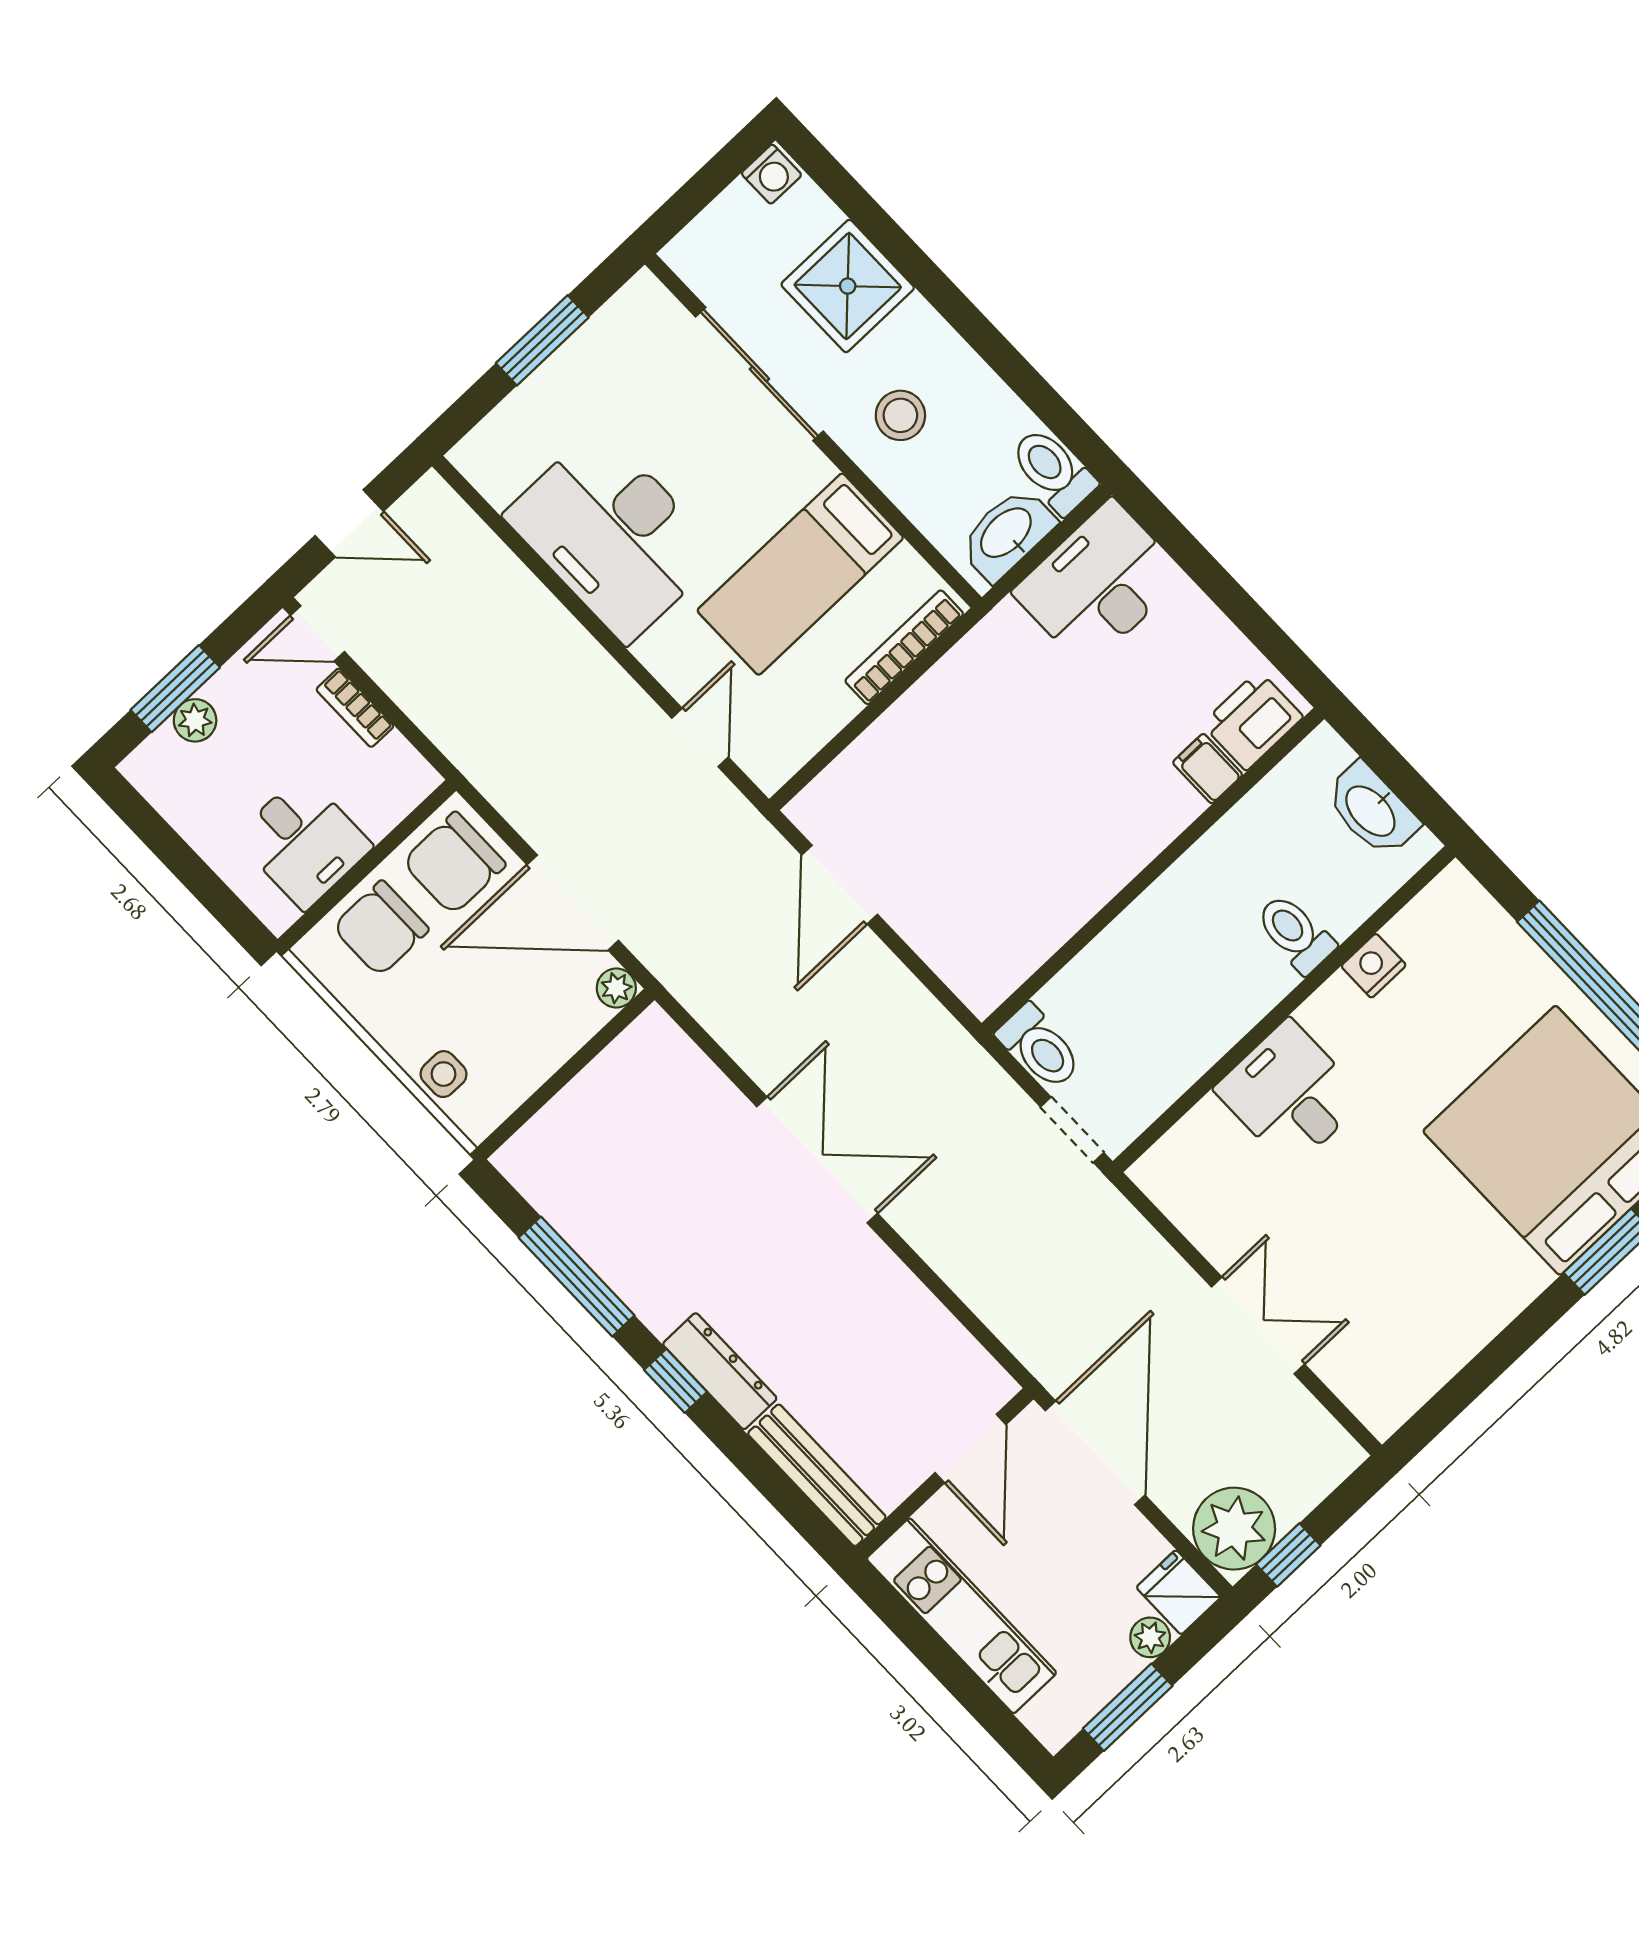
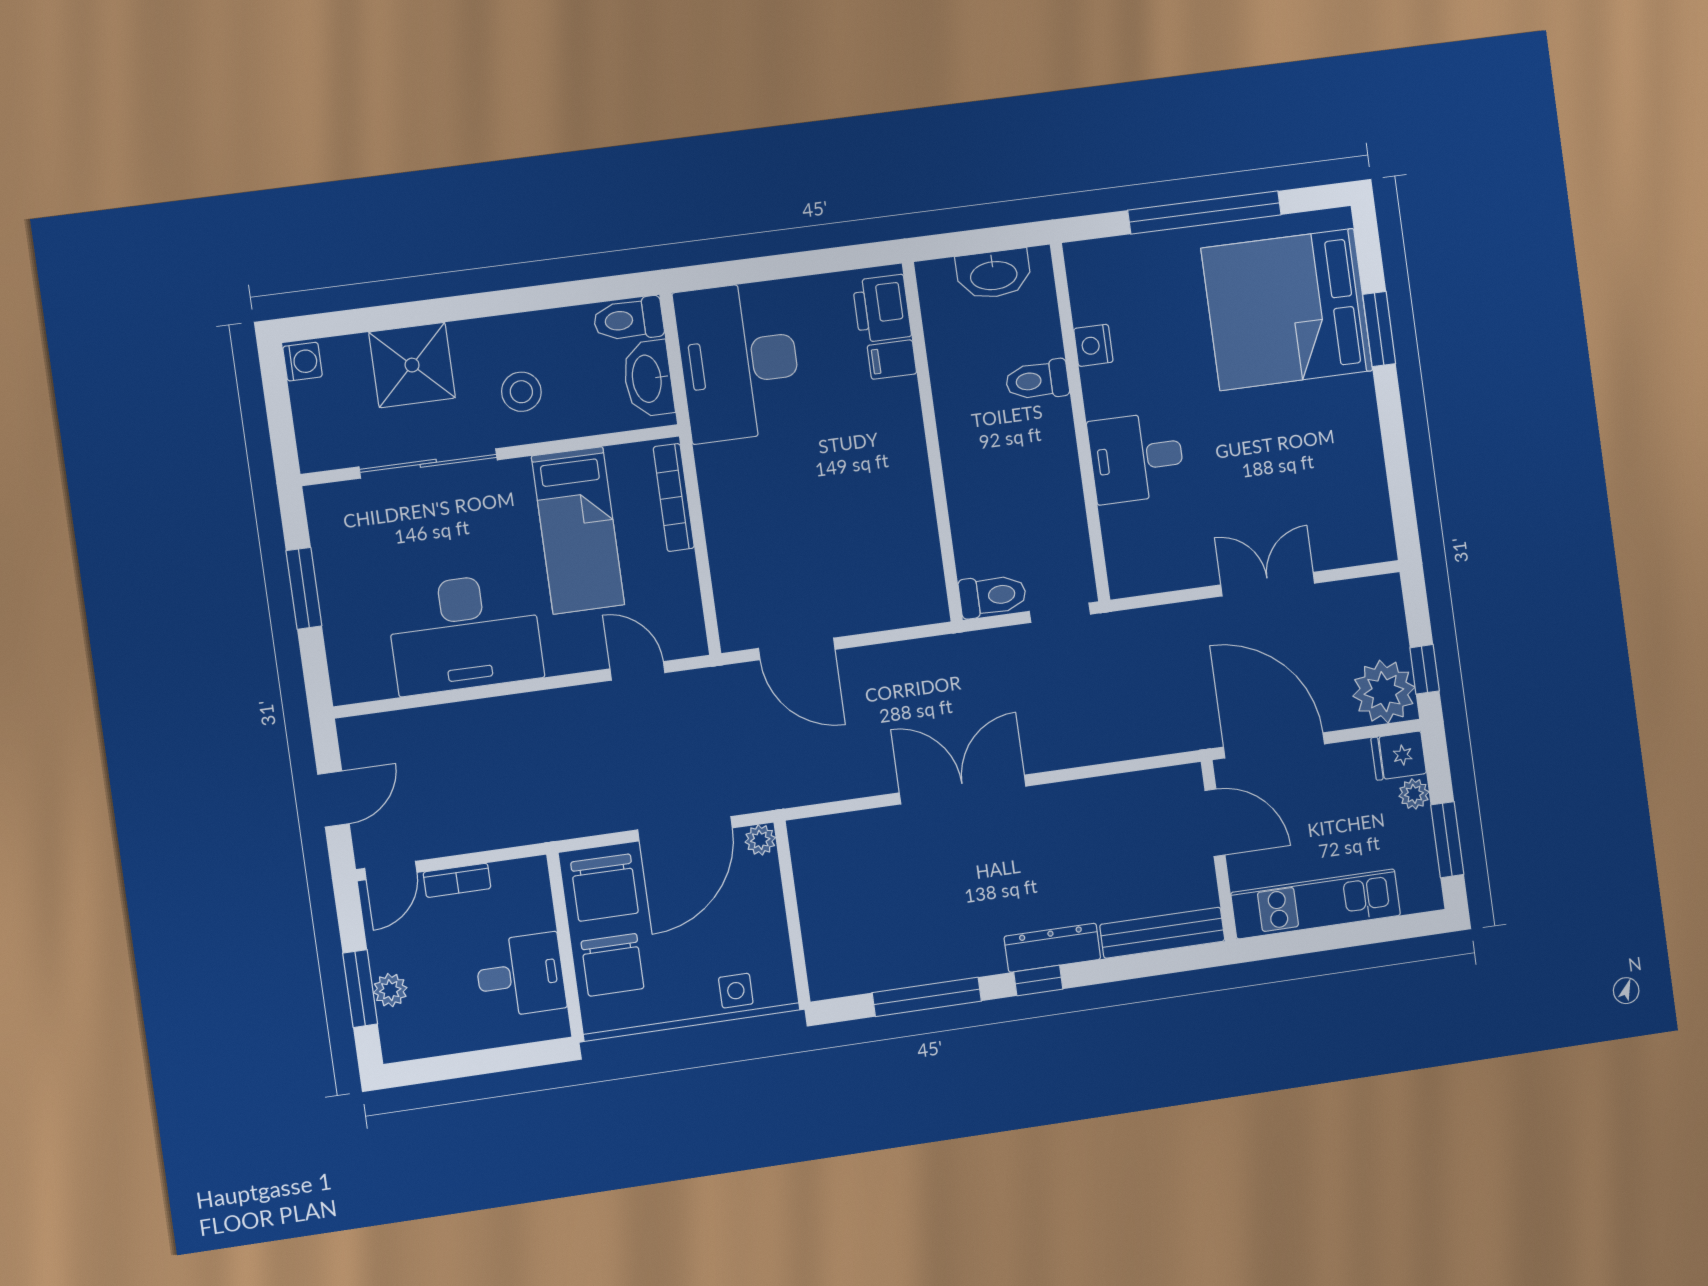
desk: (1099, 584) -> (739, 362), width x1.36, depth x1.30

